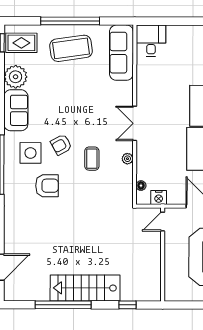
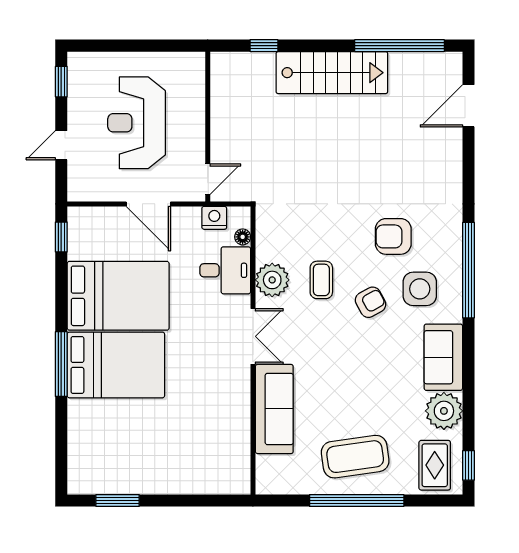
desk: (151, 41) -> (225, 270), moved, turned -90
rug: (21, 43) -> (435, 465), turned 90
sofa: (121, 53) -> (274, 409), moved
plant: (127, 159) -> (272, 280), width x1.88, depth x1.88
window: (63, 305) -> (400, 46), moved

